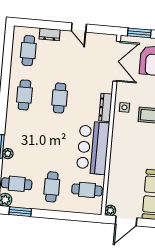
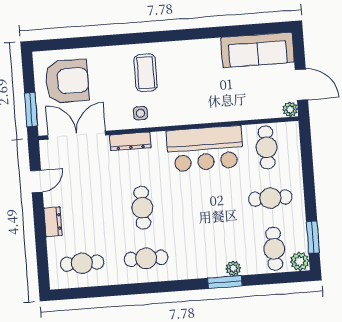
door: (79, 28) -> (36, 181), moved
dresser: (50, 34) -> (53, 222), moved
cafe table: (60, 98) -> (142, 208), turned 90
dresser: (105, 107) -> (130, 141), moved

